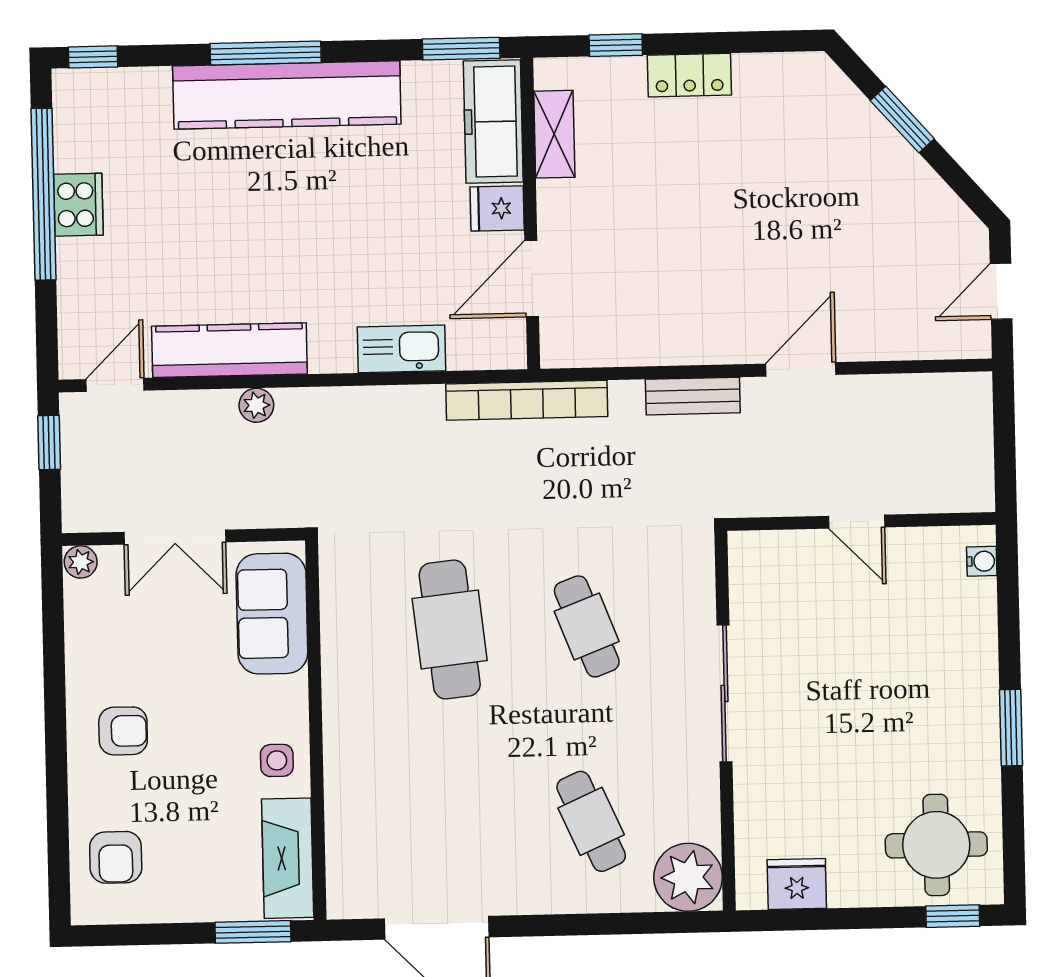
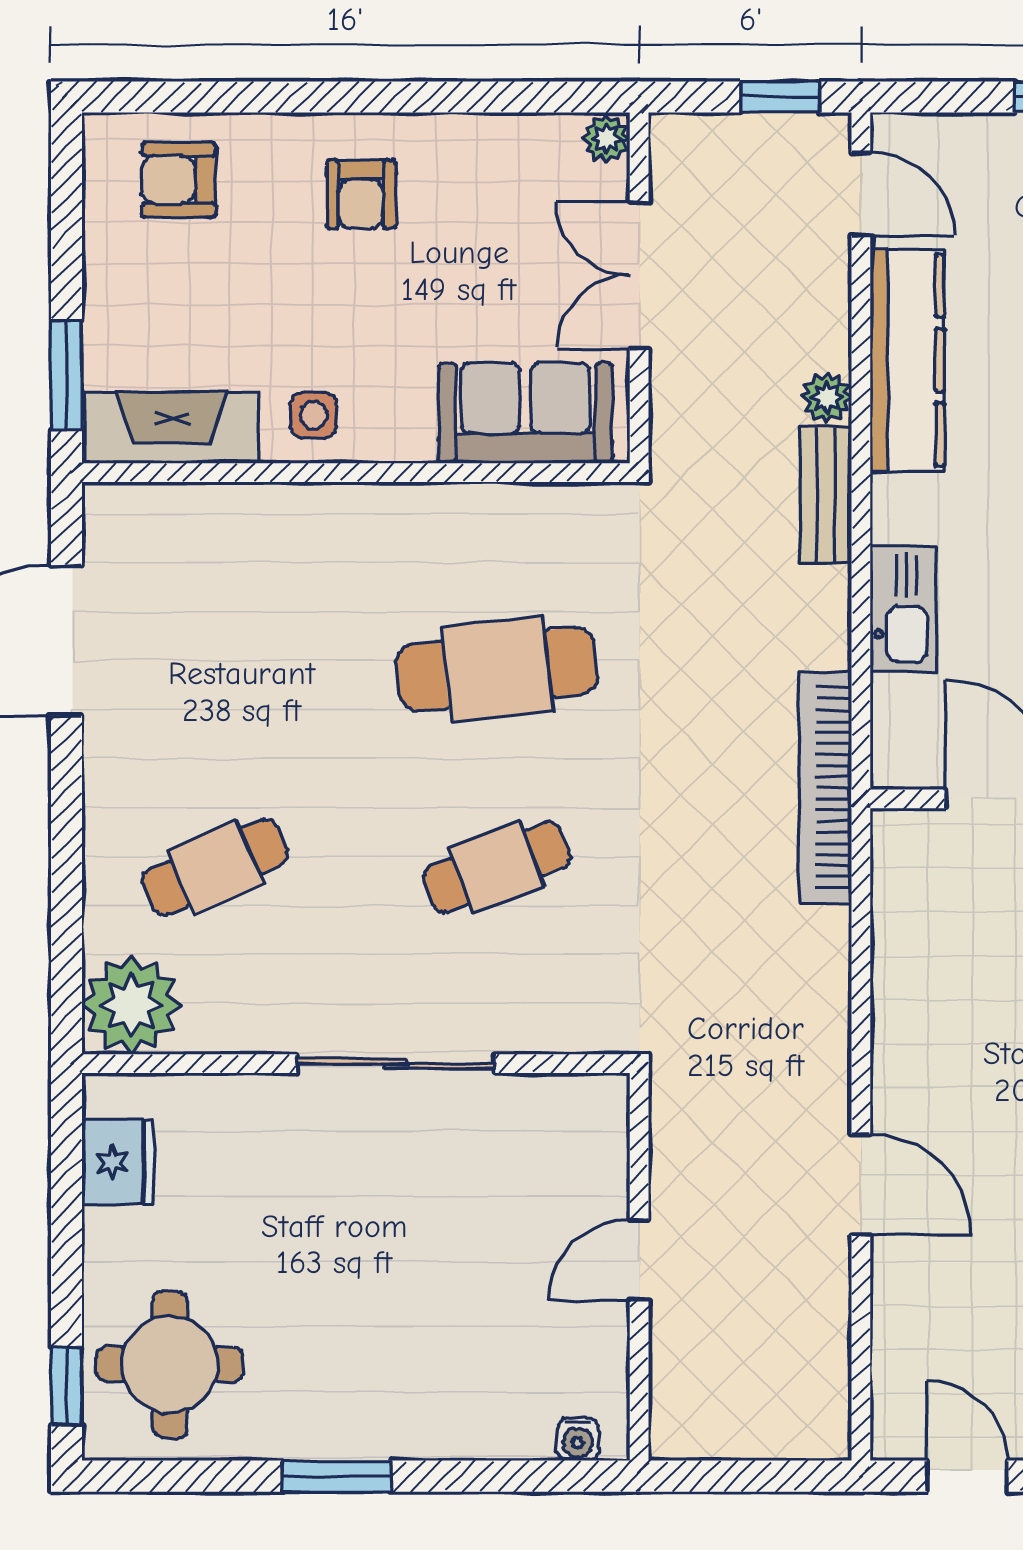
bench: (693, 396) -> (826, 495), moved

